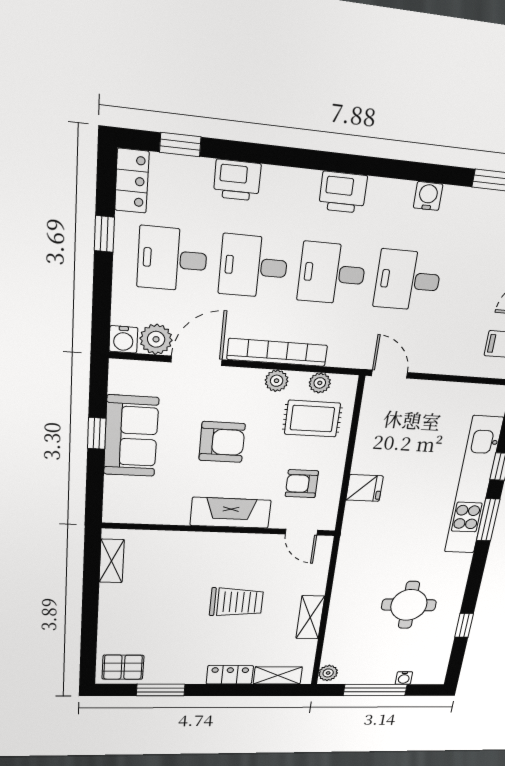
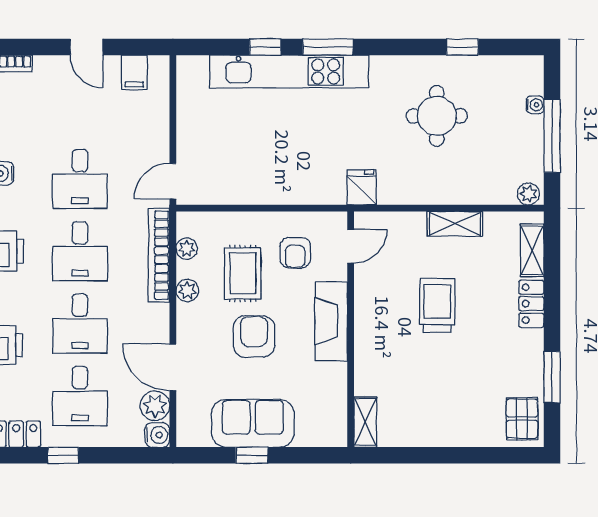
bookcase: (277, 352) -> (159, 255), moved
rug: (312, 419) -> (243, 273), moved
fridge: (364, 488) -> (362, 187), moved
shelving: (112, 561) -> (365, 422), moved, turned 90

